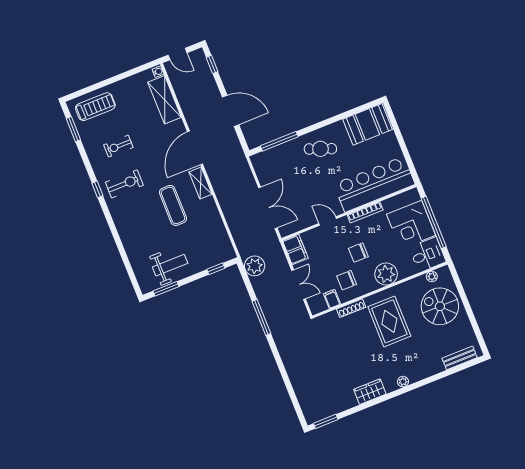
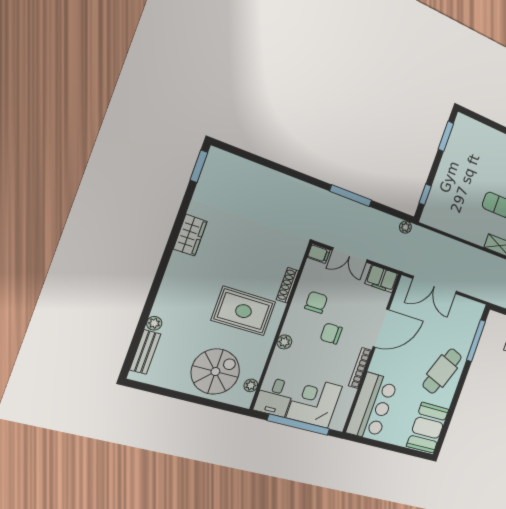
cafe table: (320, 149) -> (442, 371), width x1.37, depth x1.35
bar counter: (374, 184) -> (372, 406), width x0.73
door: (328, 221) -> (381, 328), width x1.87
chair: (358, 253) -> (331, 334), turned -90
weight bench: (170, 265) -> (461, 159), removed
plant: (255, 266) -> (405, 227), width x0.53, depth x0.53
plant: (386, 274) -> (284, 342), width x0.53, depth x0.53
filing cabinet: (332, 299) -> (319, 254), moved
plant: (403, 382) -> (154, 323), moved

